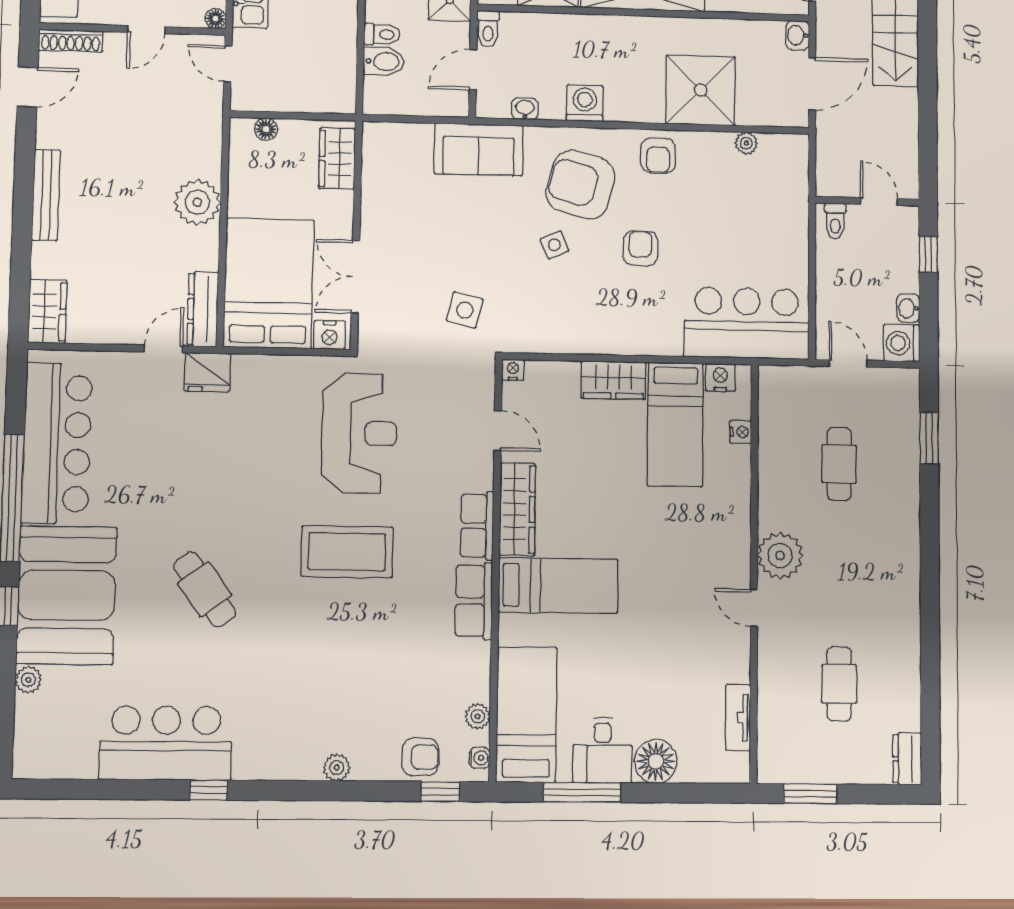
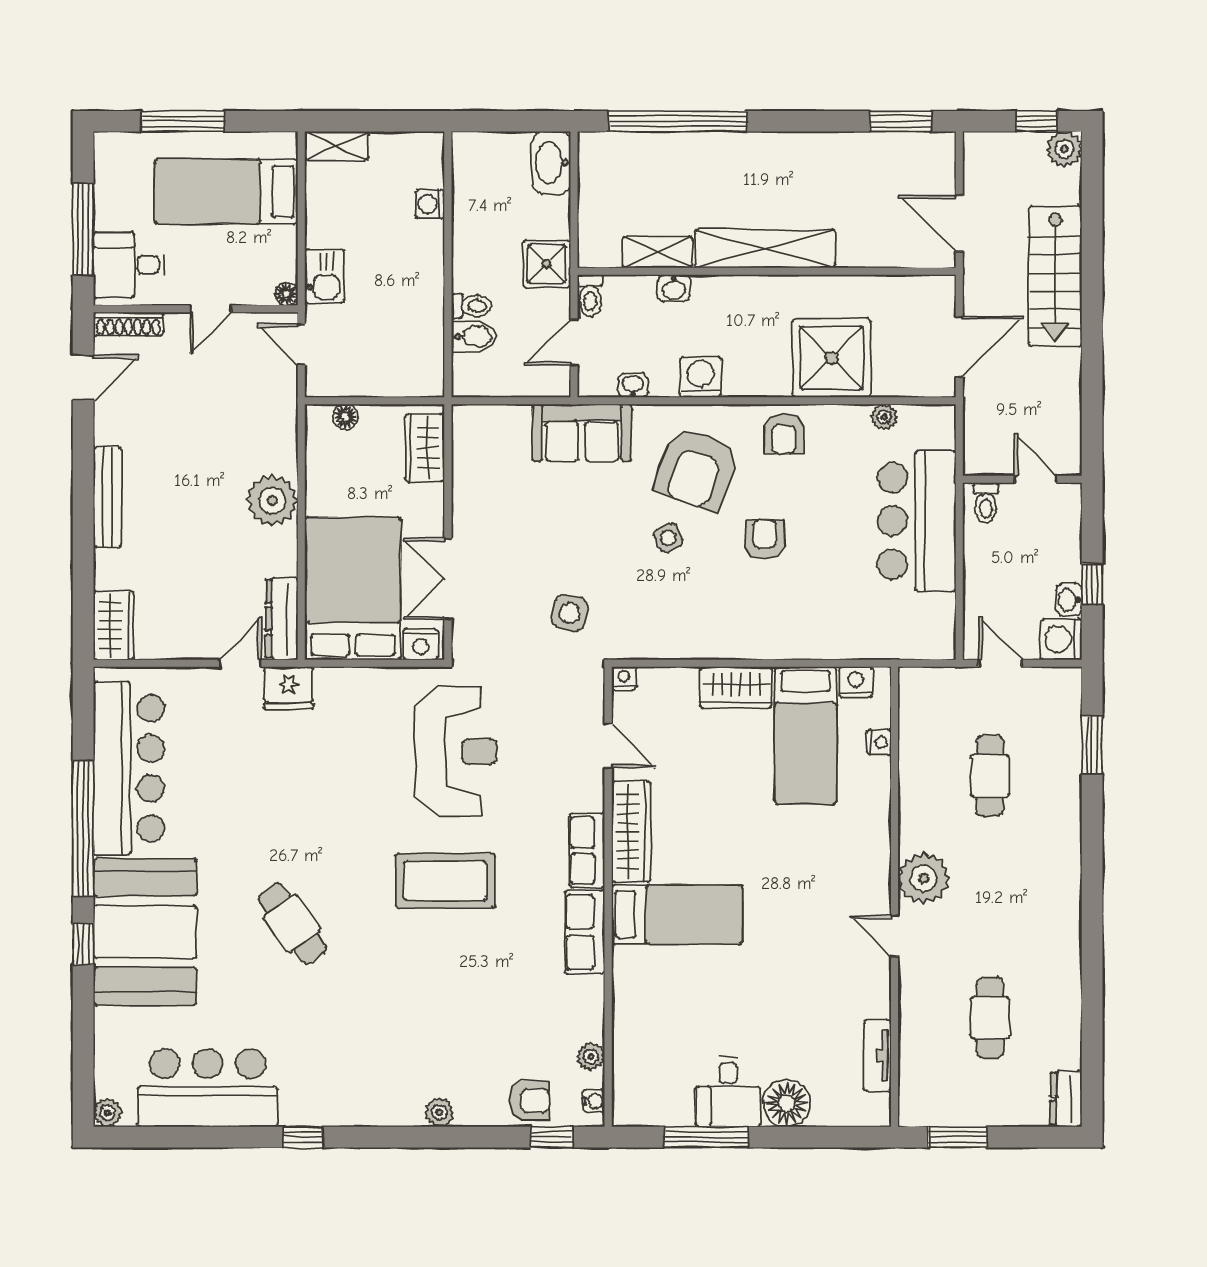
washbasin: (797, 35) -> (674, 288), moved, turned -90
armchair: (581, 185) -> (697, 469), turned -85
window: (928, 254) -> (1092, 585), moved
bar counter: (747, 323) -> (917, 521), moved, turned -90
plant: (28, 680) -> (107, 1113), moved
bed: (526, 715) -> (644, 1054), removed
bar counter: (166, 743) -> (208, 1088), moved

